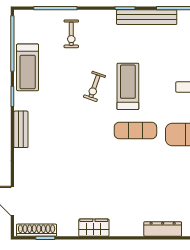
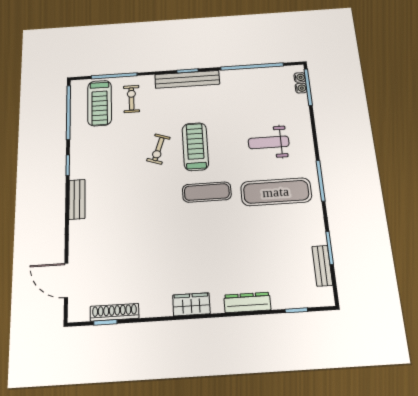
bench: (147, 17) -> (187, 79), moved
exercise bike: (71, 34) -> (131, 99), turned 180
treadmill: (28, 67) -> (100, 103), moved
wardrobe: (94, 228) -> (191, 304), moved
shoe rack: (37, 230) -> (115, 312), moved

